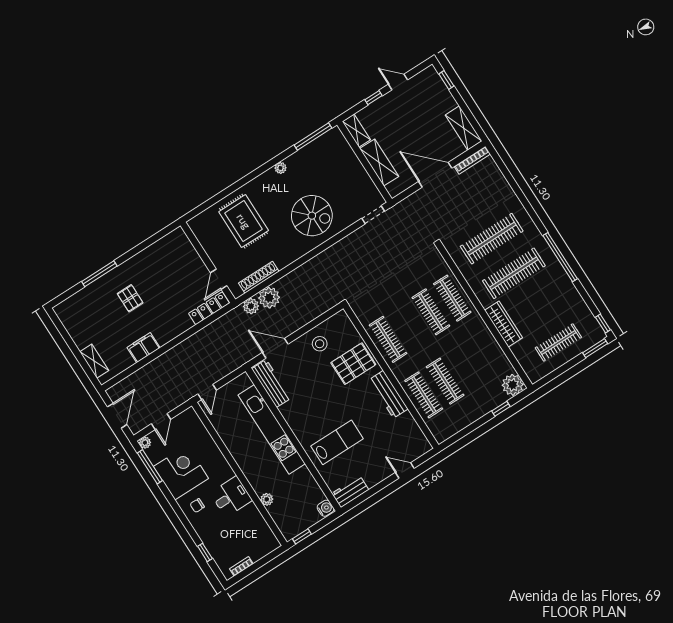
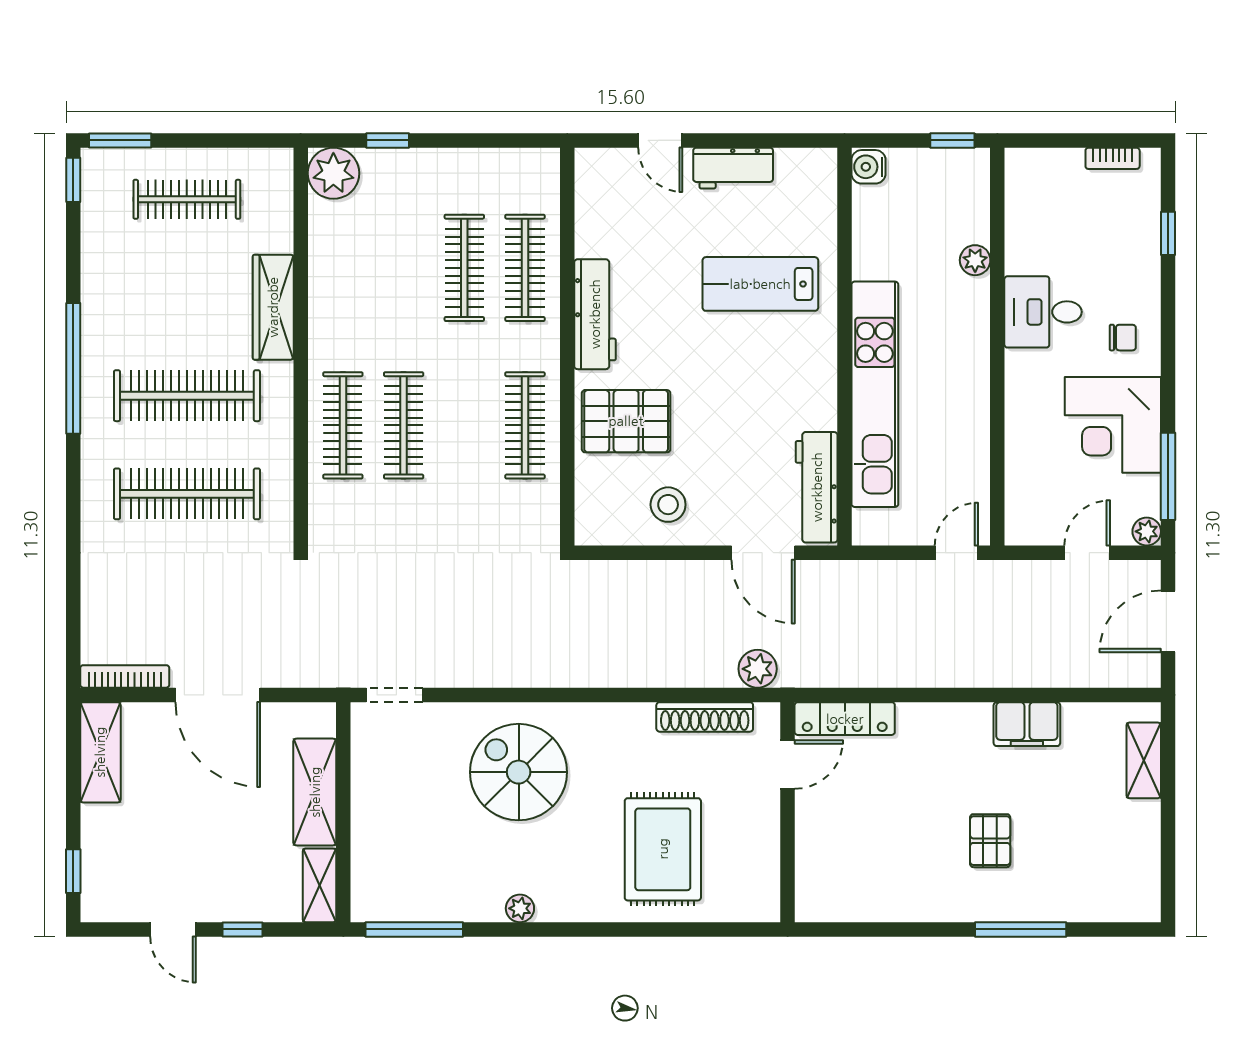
plant: (269, 298) -> (710, 662), removed
workbench: (350, 492) -> (733, 168), moved

